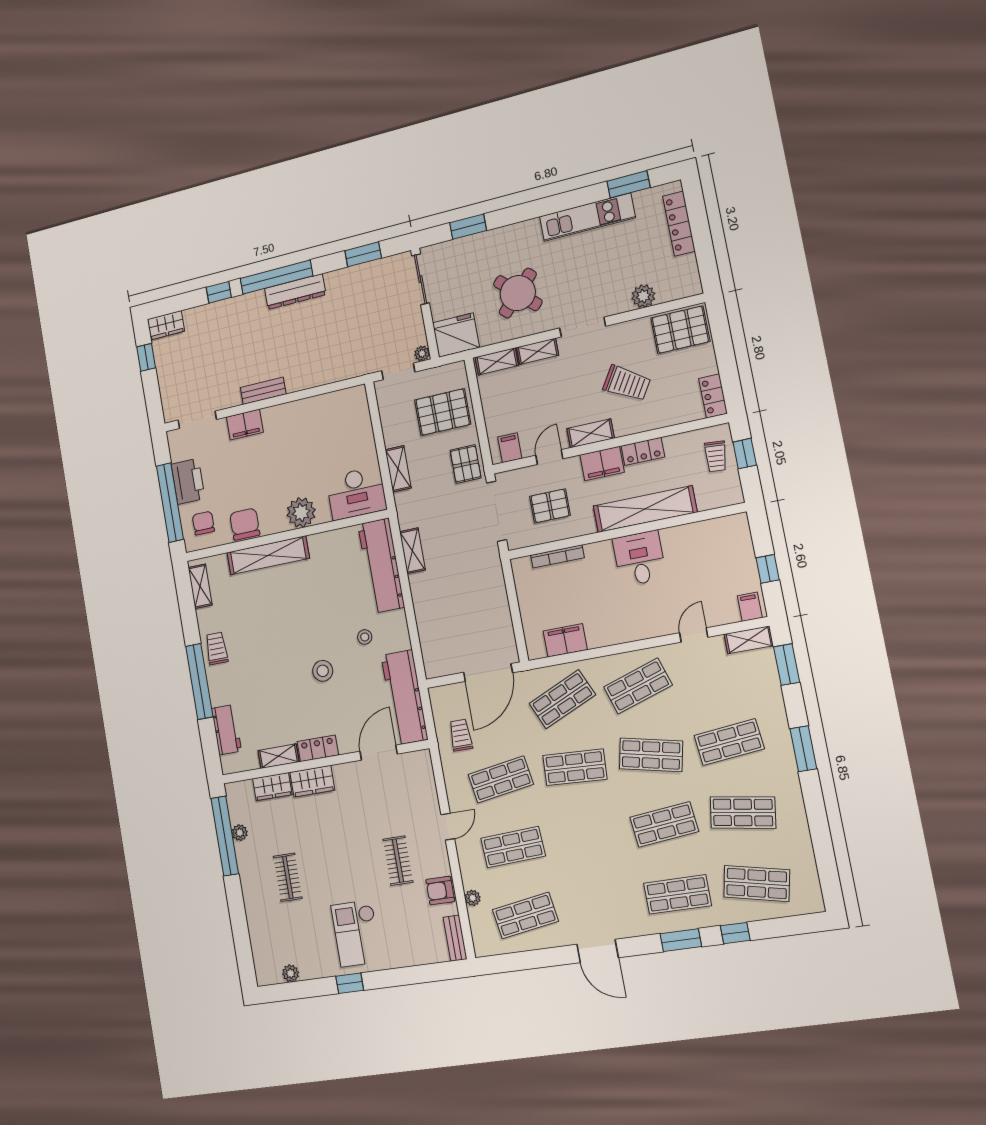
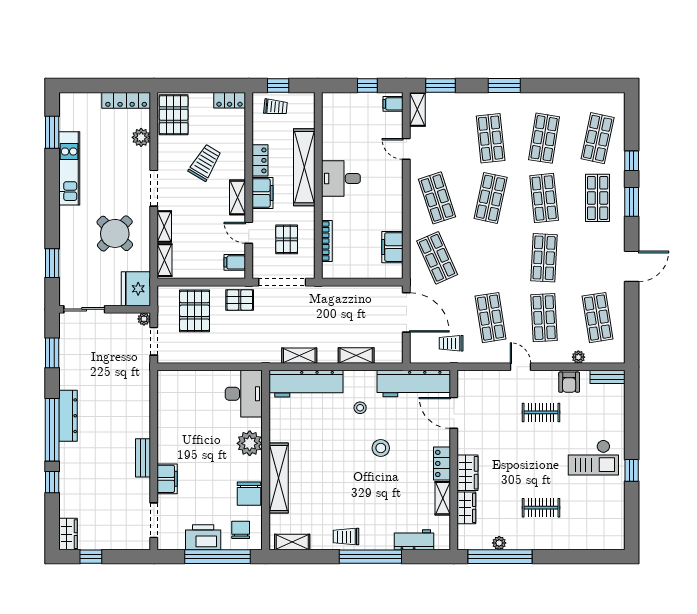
locker: (679, 224) -> (126, 100), moved
shelving: (398, 469) -> (356, 356), moved
chair: (203, 523) -> (241, 530), turned 90
chair: (245, 524) -> (249, 494), turned -90
shop shelf: (575, 767) -> (544, 258), moved
plant: (291, 973) -> (618, 519), removed

